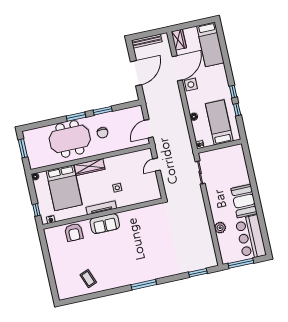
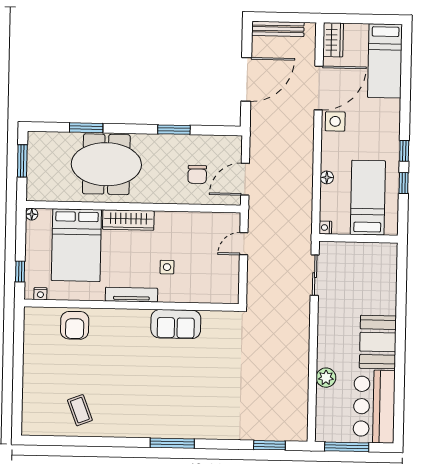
window: (76, 117) -> (86, 128), moved
chair: (102, 133) -> (197, 175), moved
sofa: (105, 224) -> (176, 324), moved

